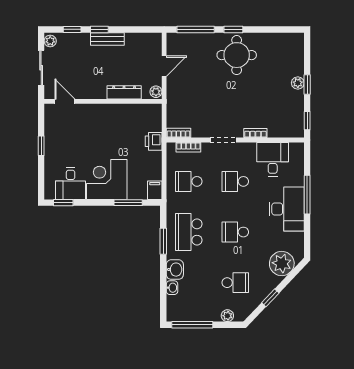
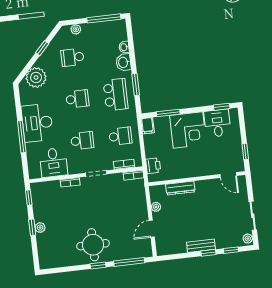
dresser: (124, 92) -> (180, 188), moved
door: (65, 101) -> (228, 175), moved
wall: (103, 101) -> (197, 179), moved

